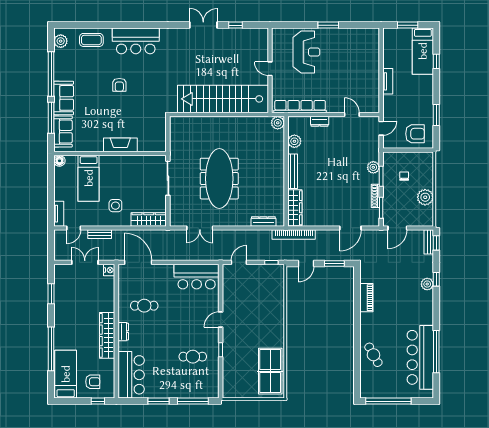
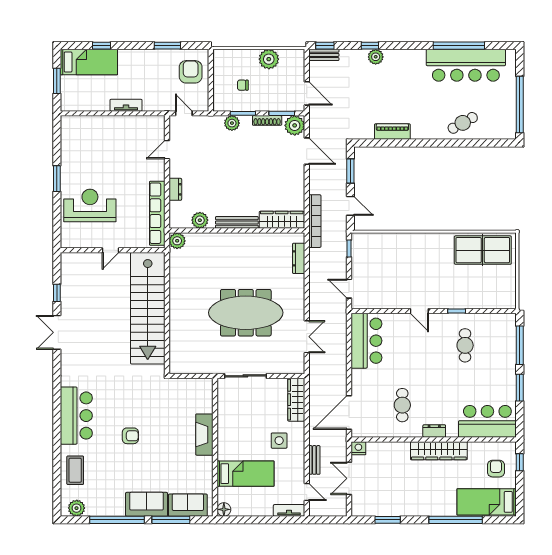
plant: (371, 218) -> (295, 125), added

